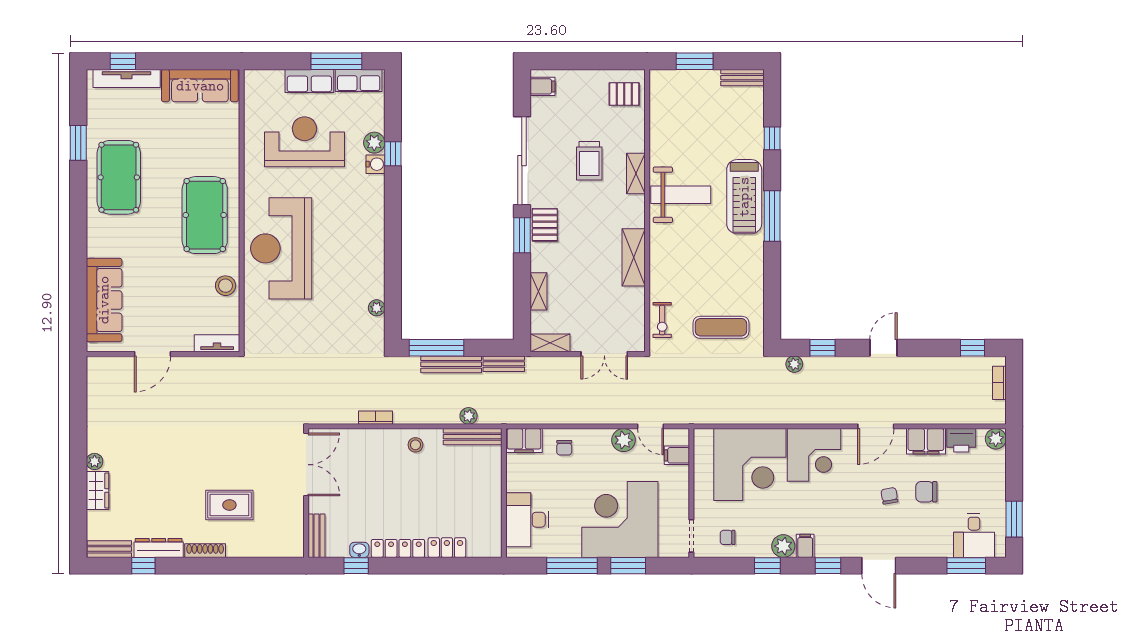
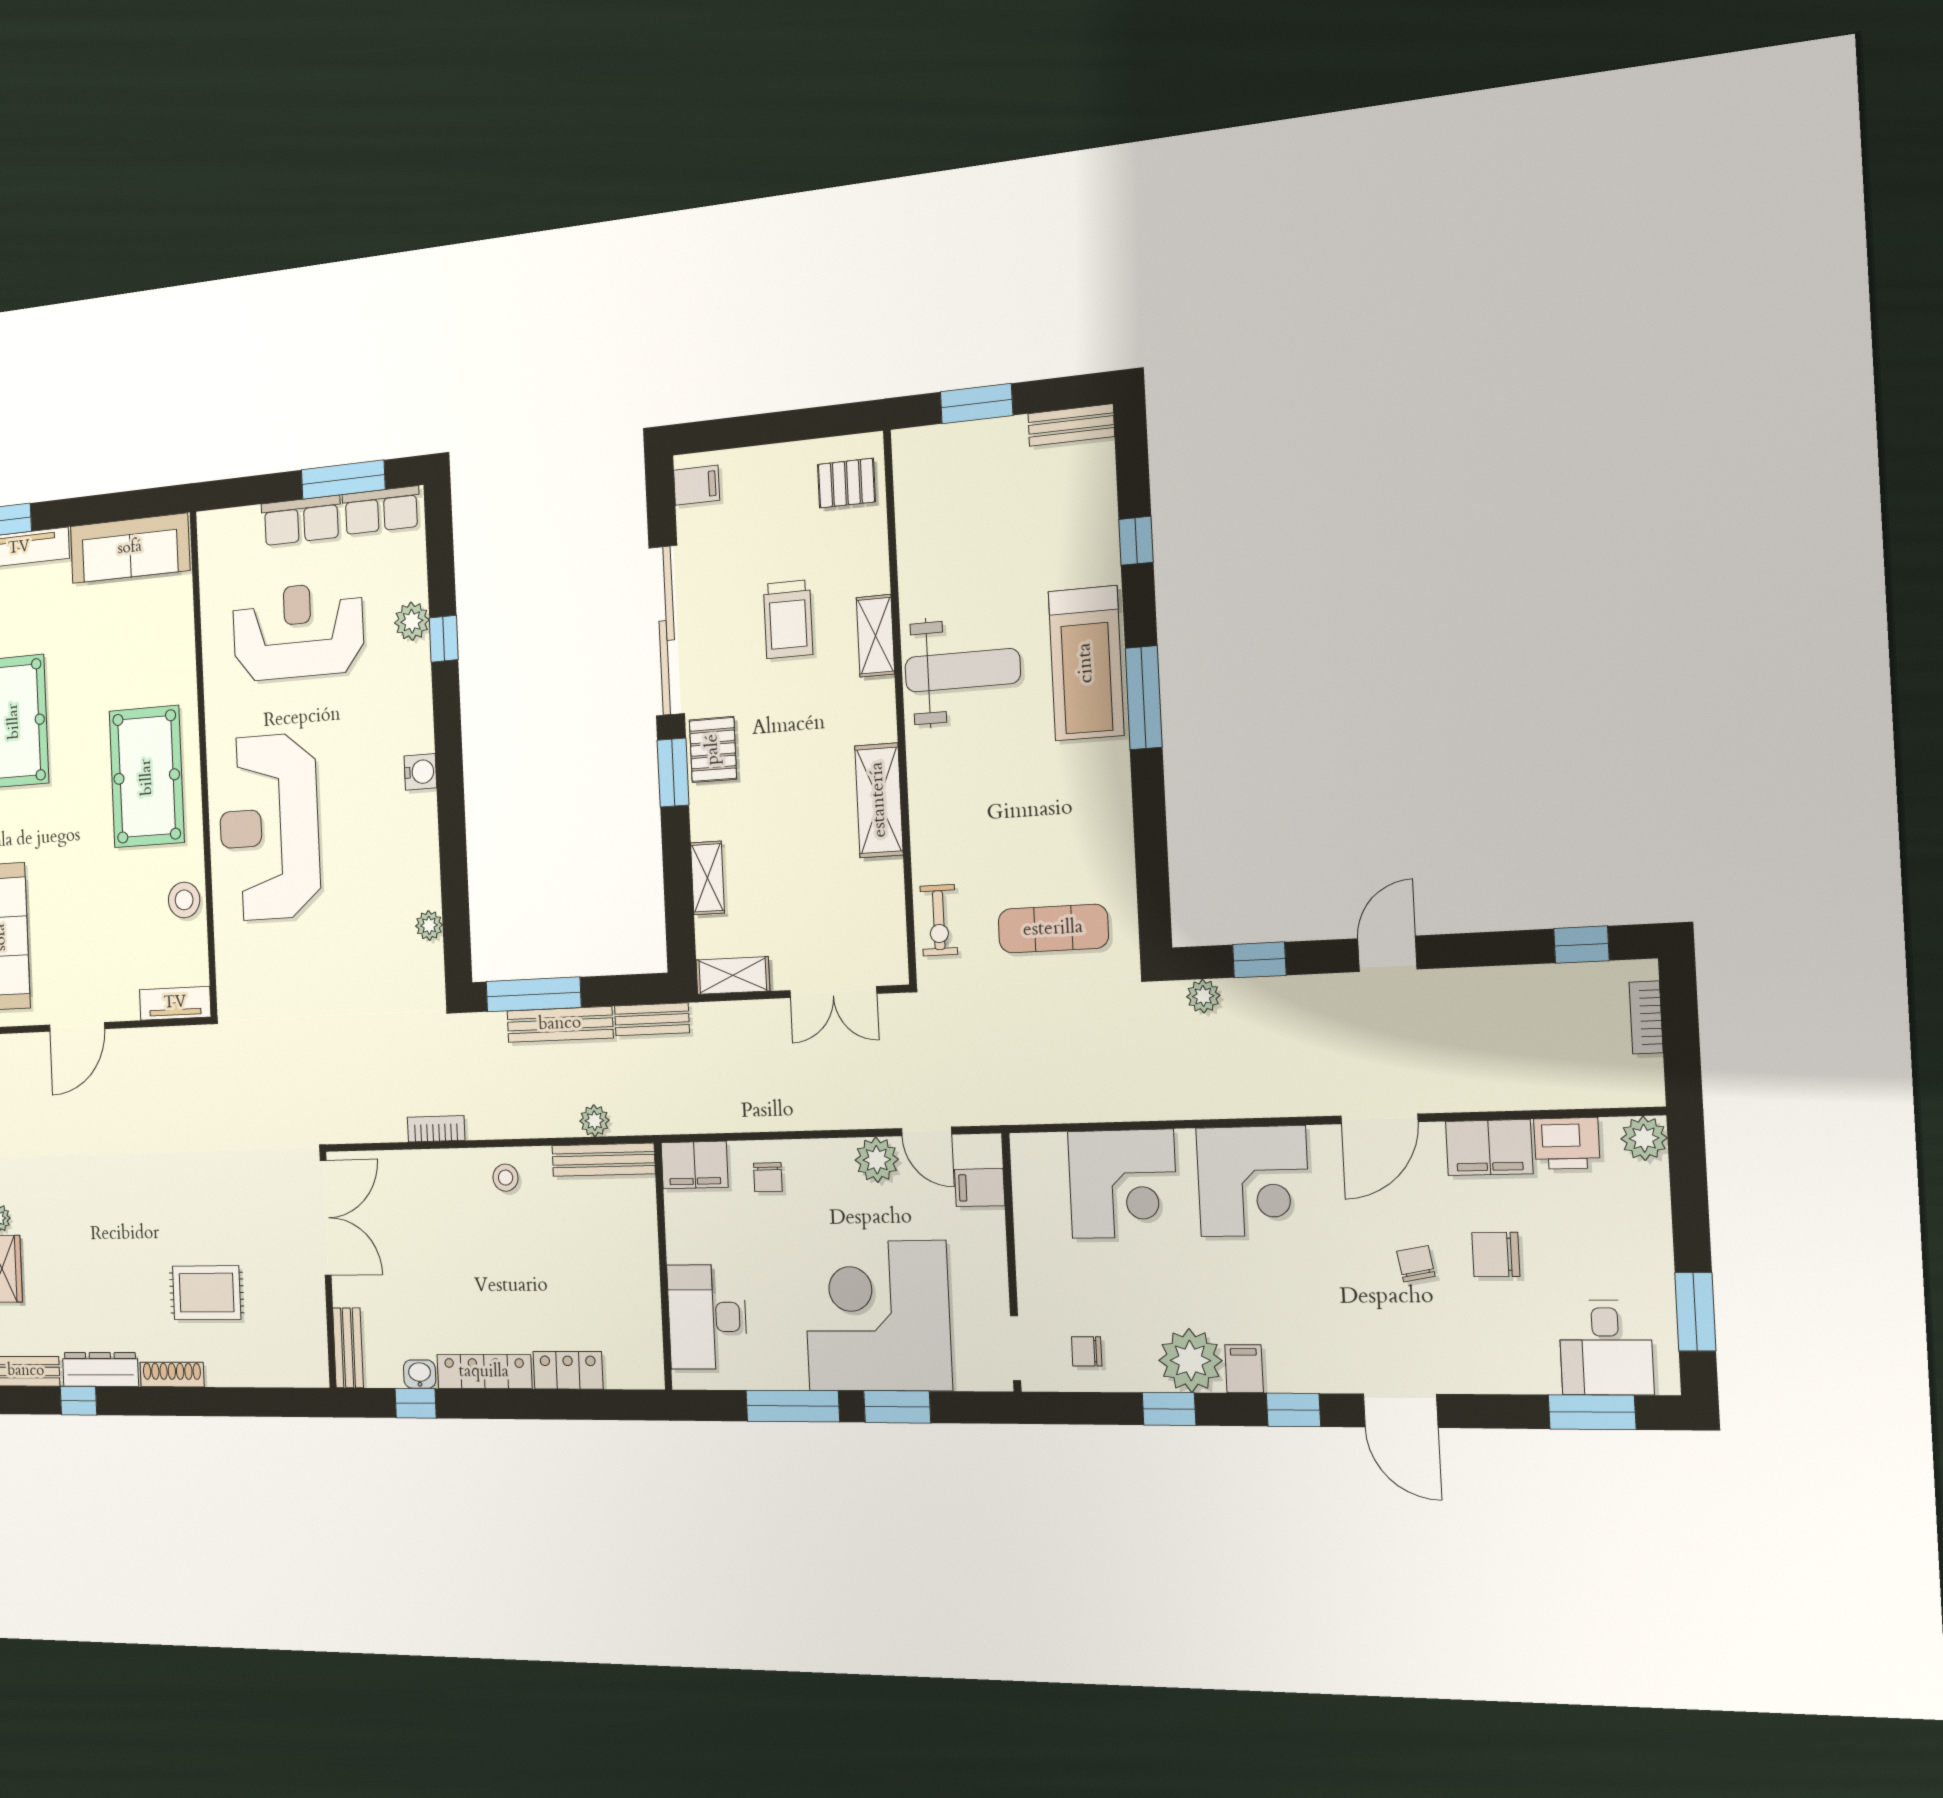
water cooler: (375, 164) -> (420, 772), moved
corner desk: (750, 464) -> (1123, 1184), width x0.74, depth x0.74
plant: (783, 546) -> (1190, 1360), width x1.36, depth x1.36

